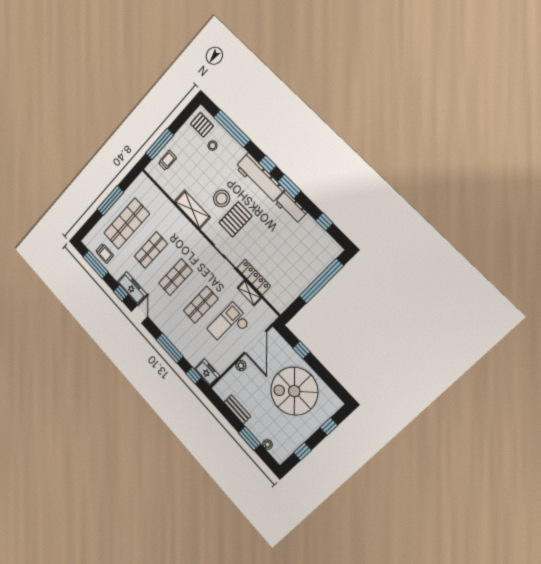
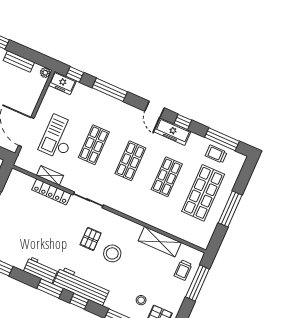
shelving: (192, 209) -> (160, 242), moved
pallet: (235, 219) -> (91, 239), width x0.67, depth x0.71
checkout: (229, 325) -> (58, 137), turned 180
plant: (241, 366) -> (45, 73), moved

